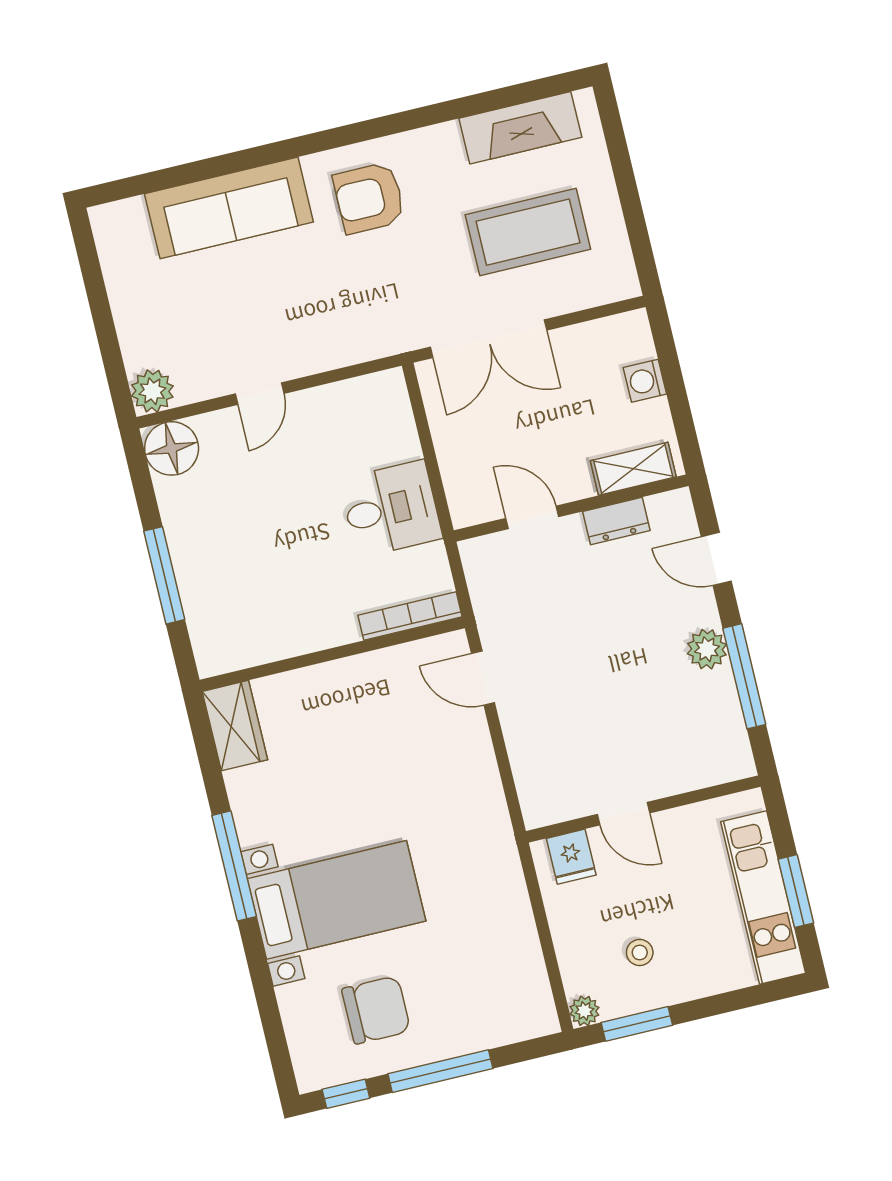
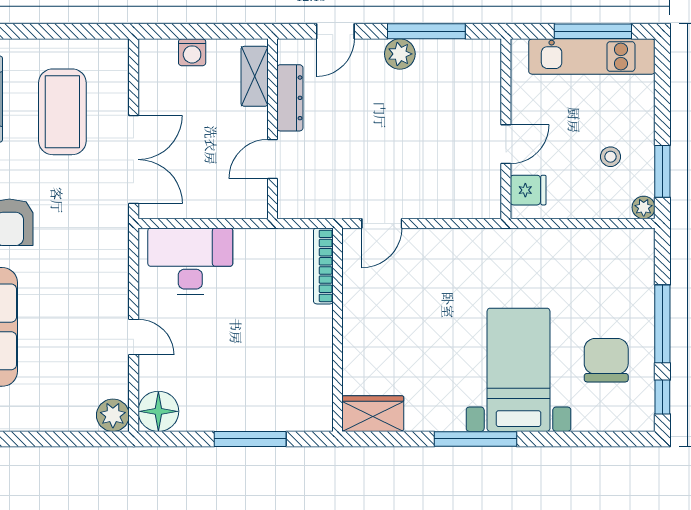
desk: (391, 509) -> (190, 261), moved, width x1.37
dresser: (616, 521) -> (290, 98), width x1.44
window: (796, 891) -> (593, 31), width x1.44

